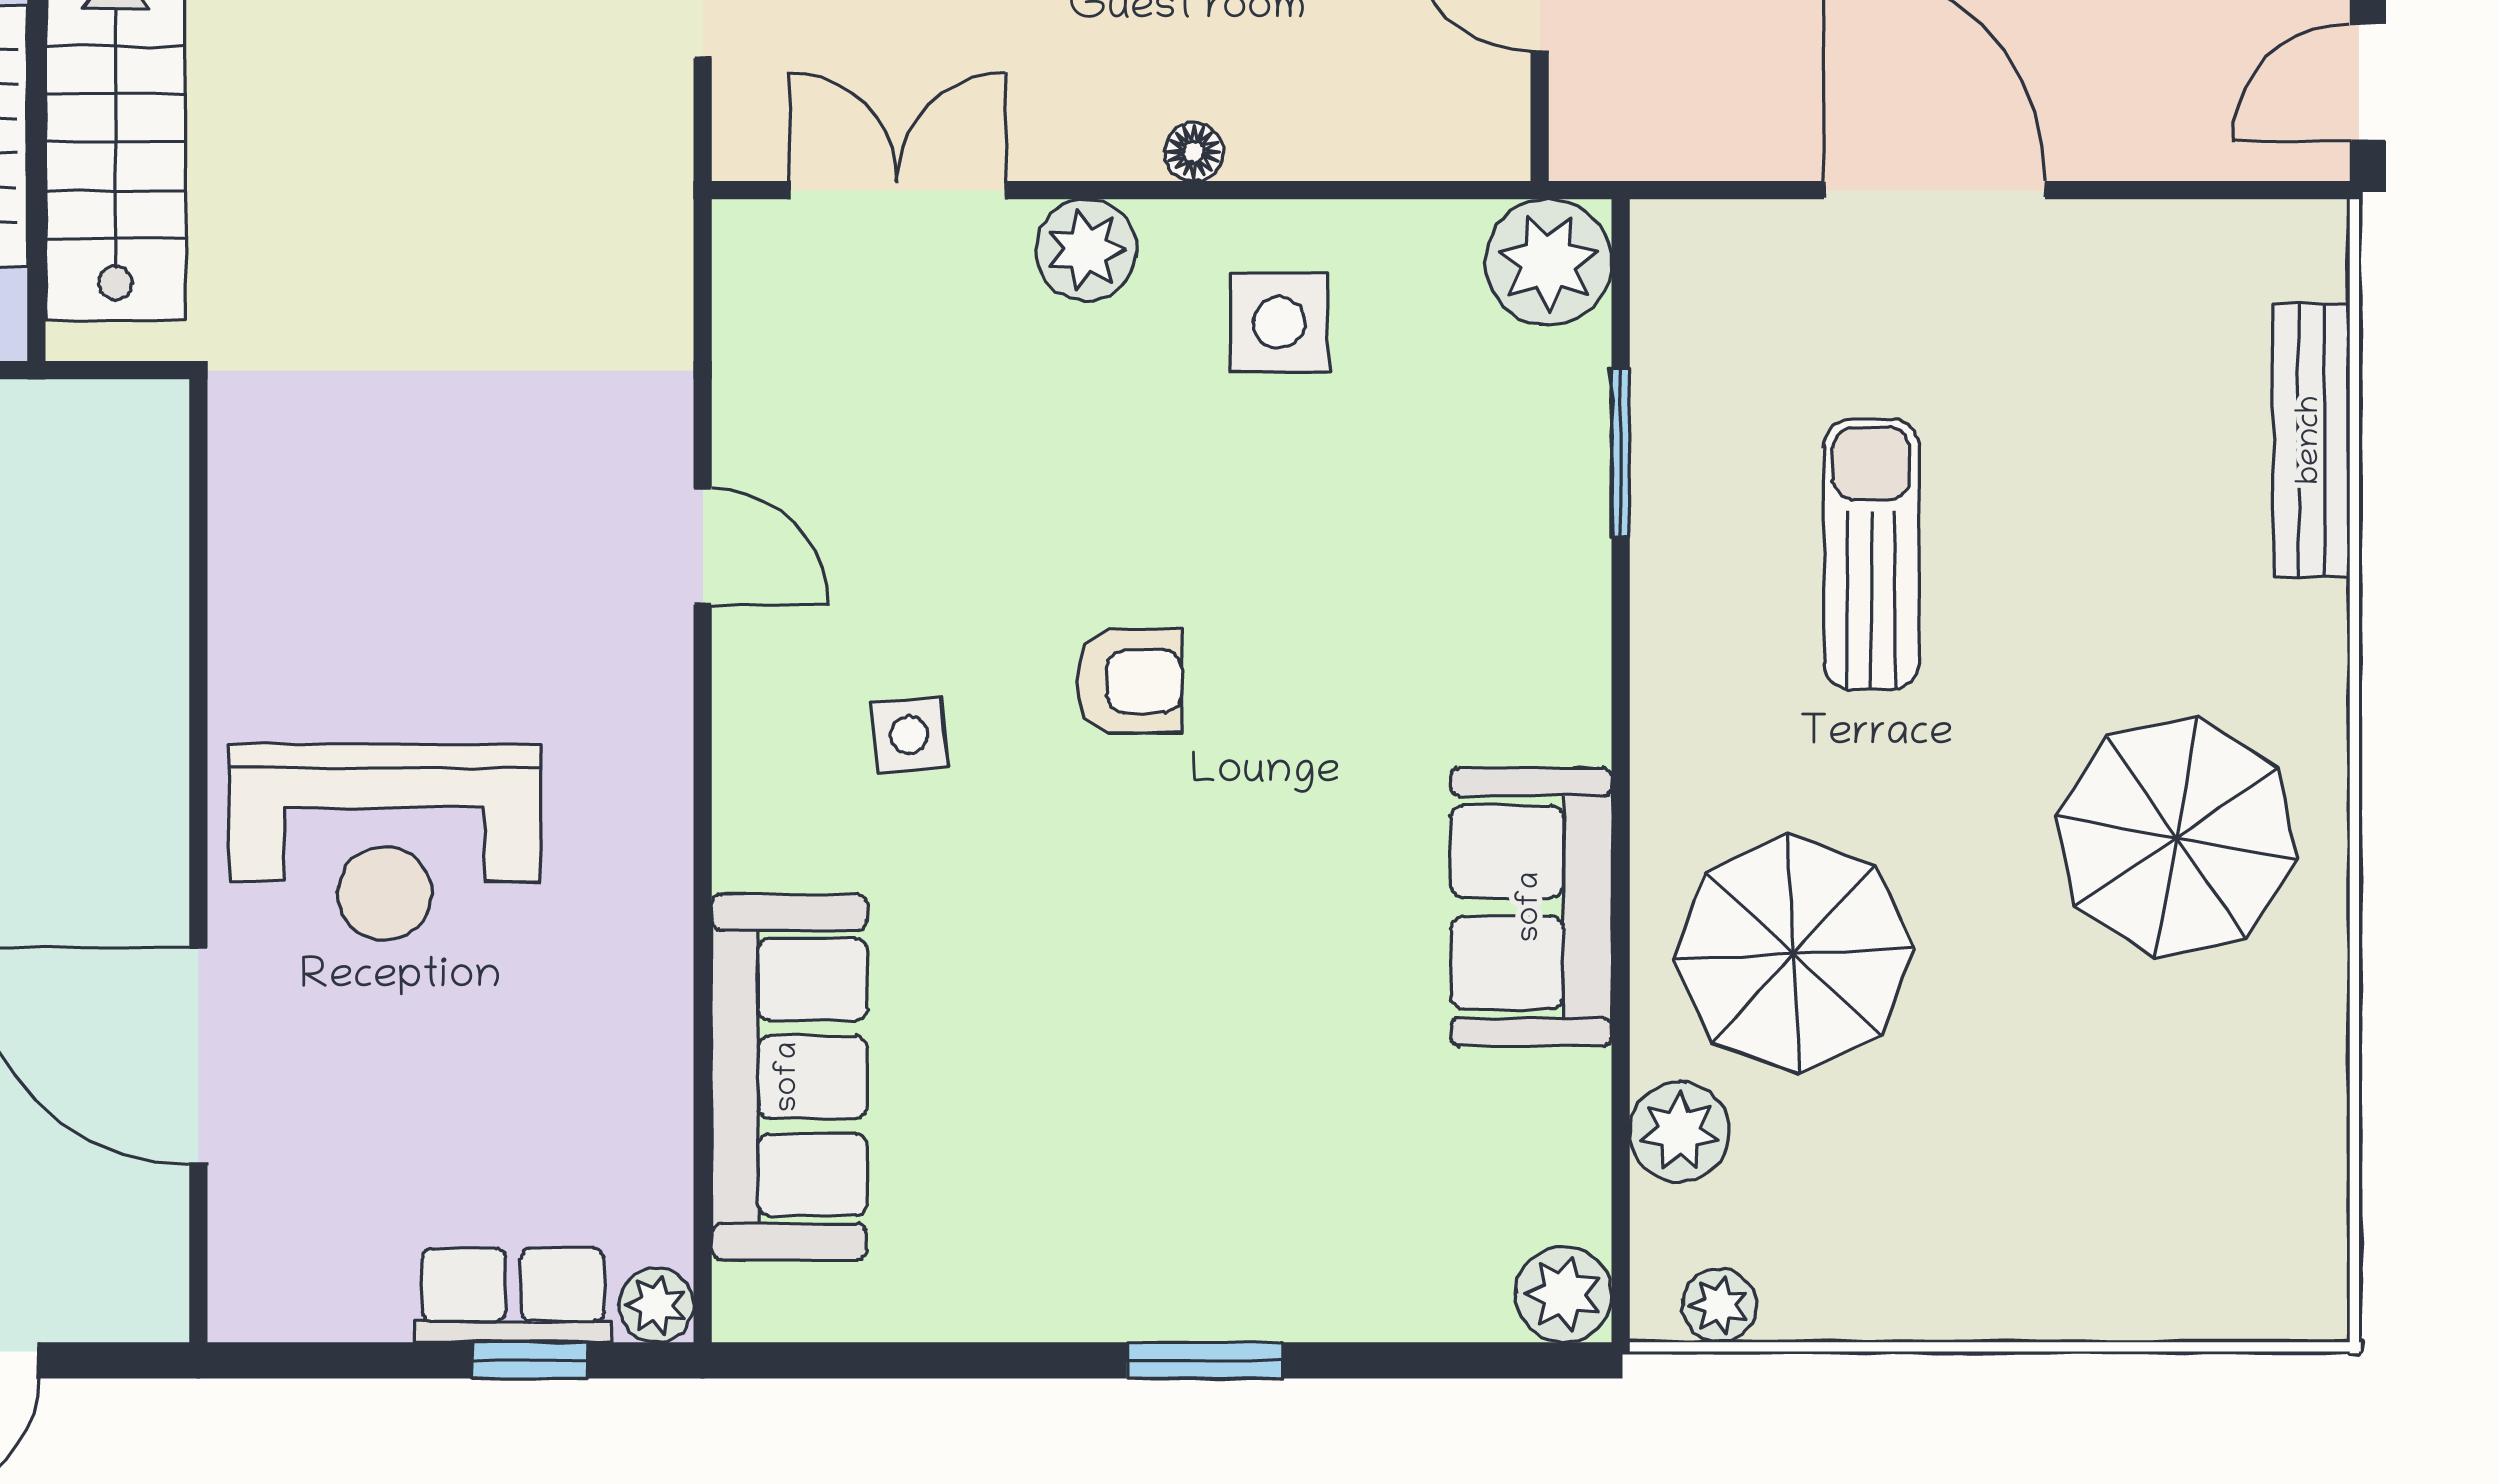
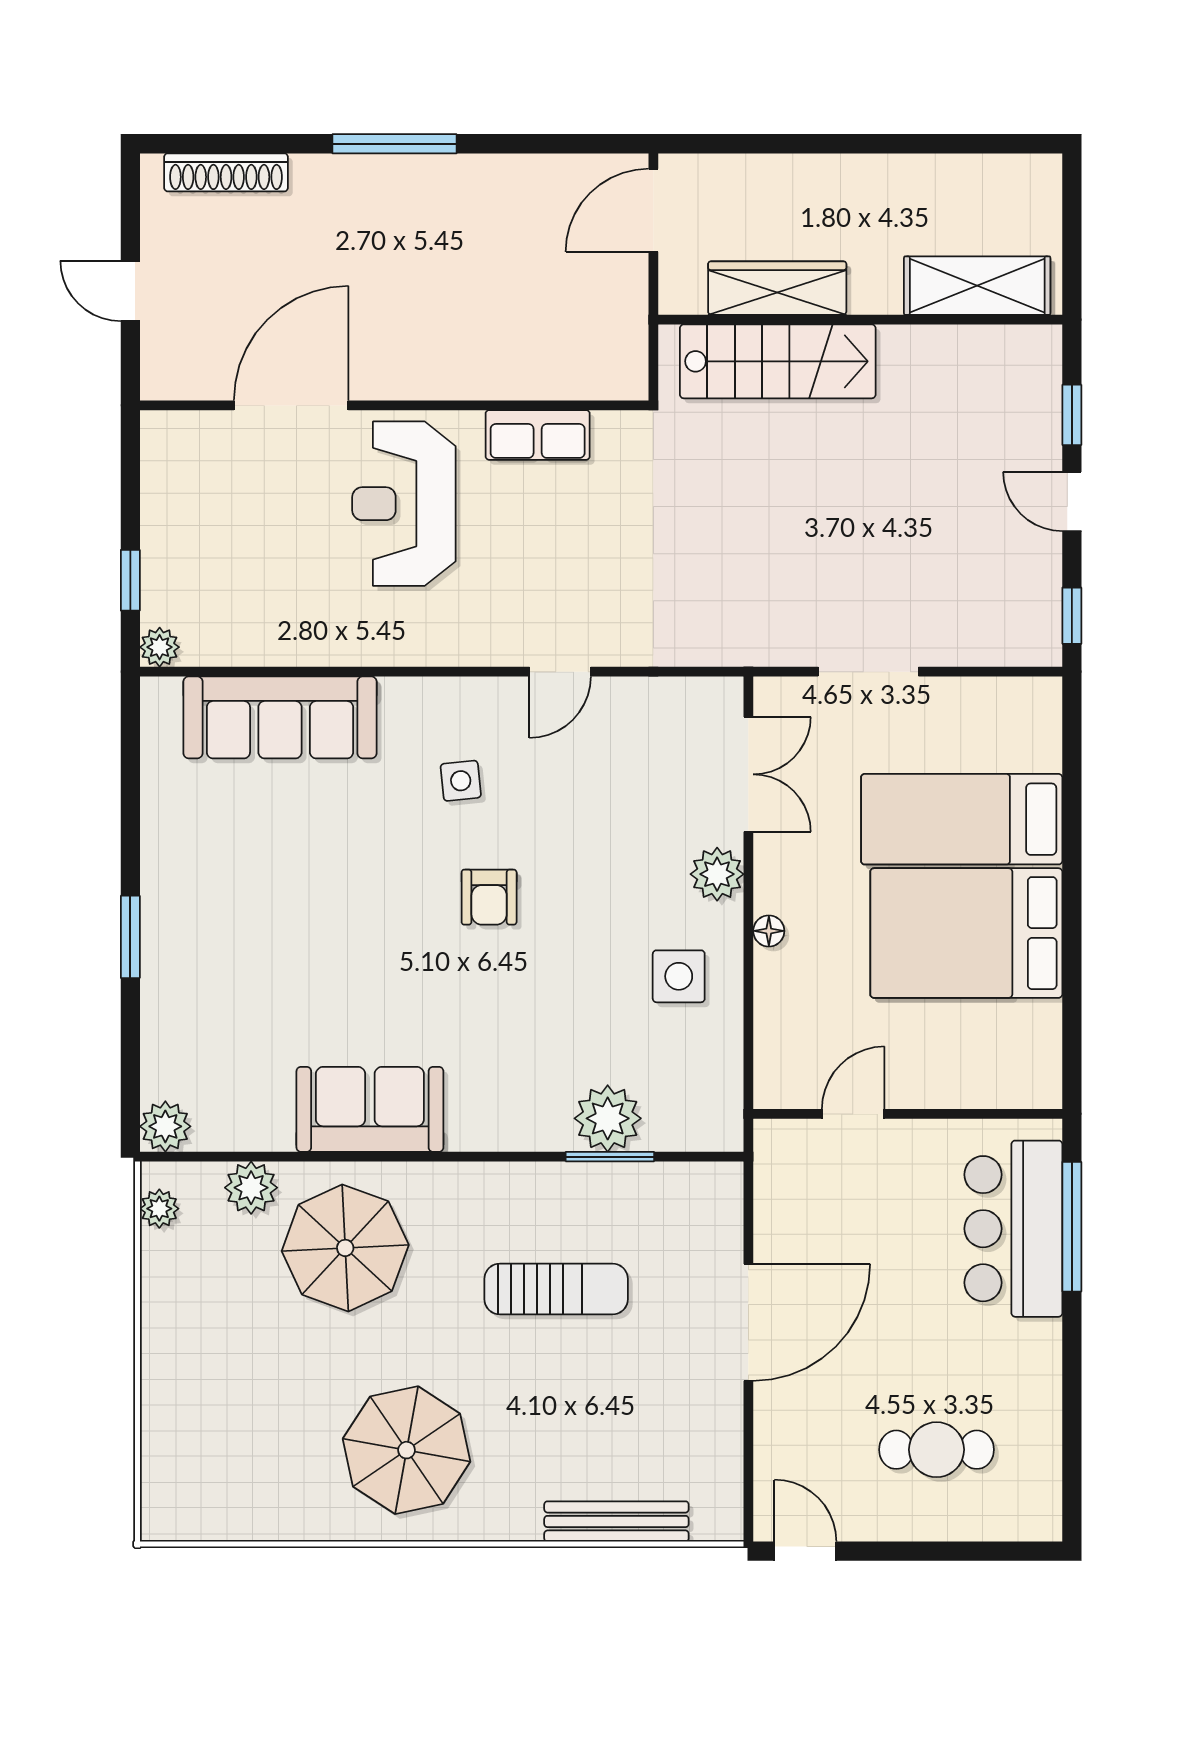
plant: (1548, 262) -> (608, 1118), moved
row of seats: (513, 1295) -> (538, 435), moved, turned 90

